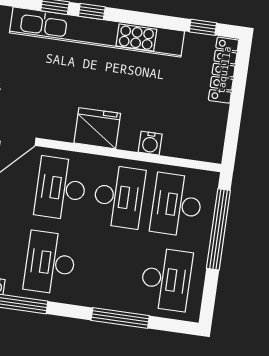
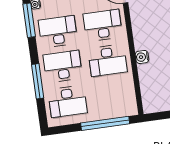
fridge: (97, 128) -> (144, 36), removed
water cooler: (150, 143) -> (142, 57), moved
desk: (177, 205) -> (63, 66), moved

